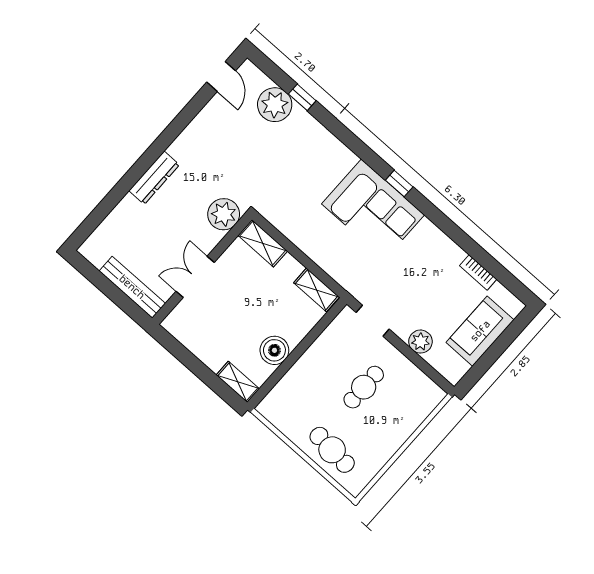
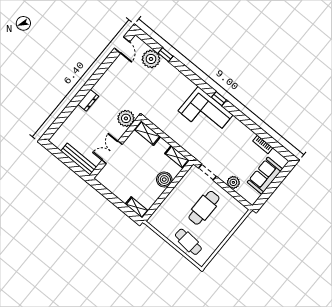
dresser: (154, 178) -> (88, 100), width x0.70
boiler: (274, 350) -> (164, 180), moved
cafe table: (364, 387) -> (204, 208), width x1.37, depth x1.35

